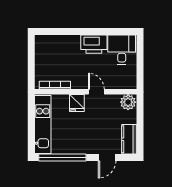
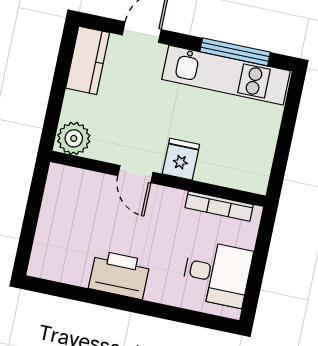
desk: (122, 50) -> (217, 274), moved, turned -90
kitchen unit: (43, 125) -> (226, 75), moved, turned -90
window: (62, 157) -> (235, 52), width x0.68

